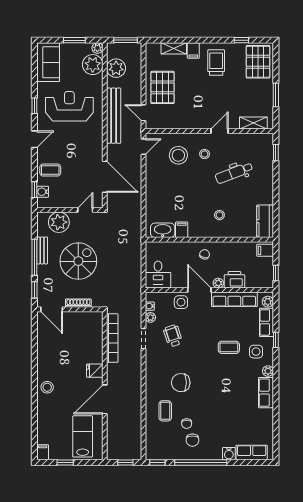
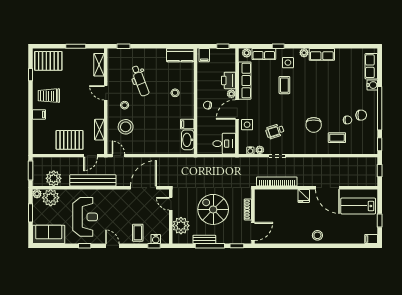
shelving: (174, 48) -> (99, 130), moved
reception desk: (69, 106) -> (85, 217), turned 180

